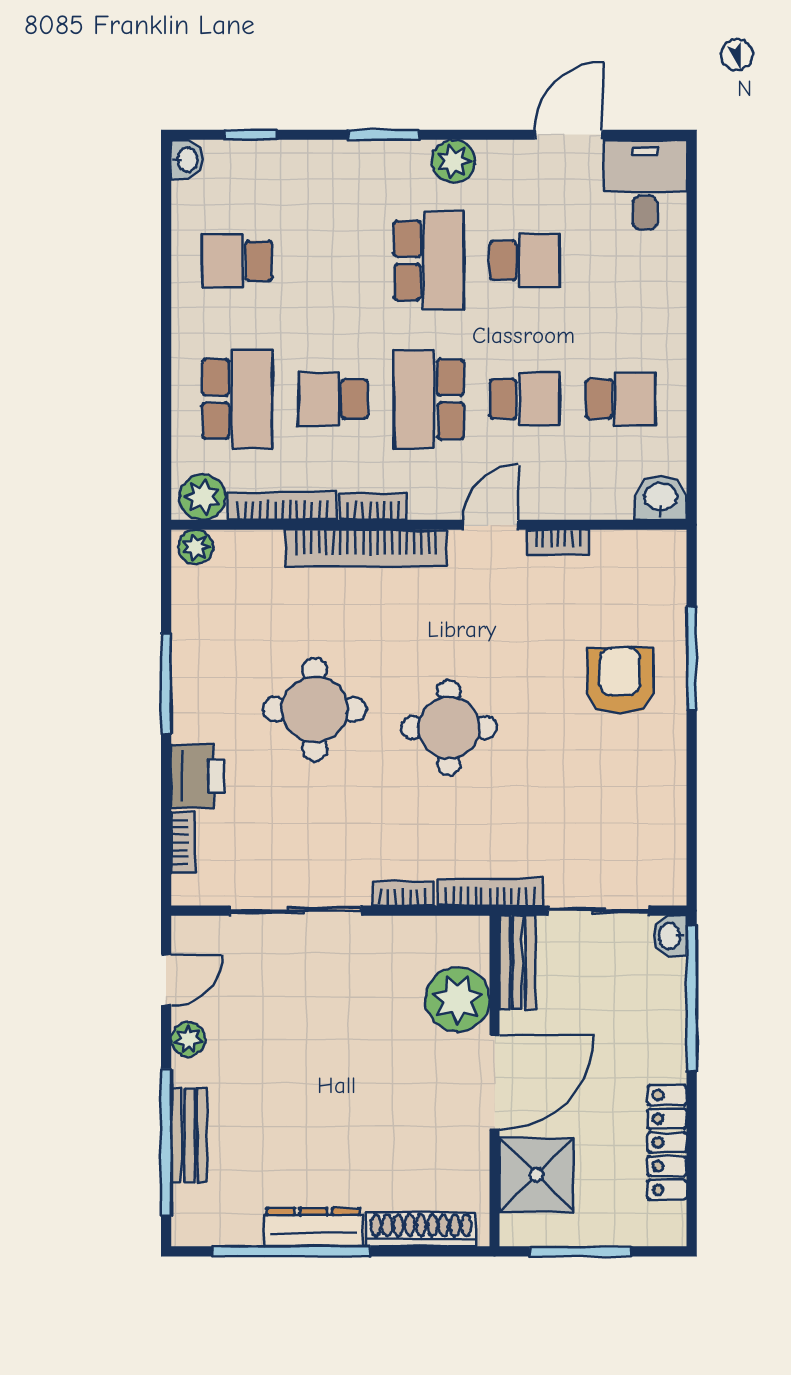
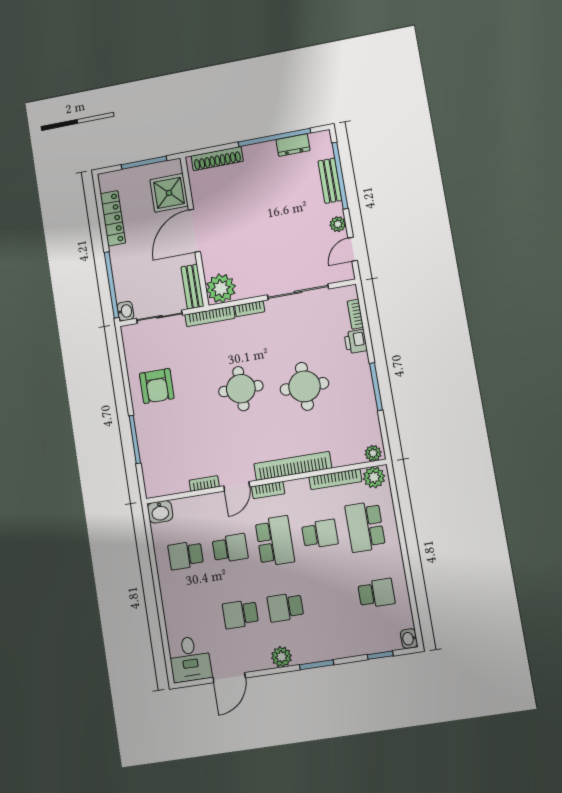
school desk: (429, 261) -> (285, 607), width x0.54
school desk: (525, 399) -> (230, 548), turned 180
bookcase: (373, 506) -> (268, 490), moved
armchair: (620, 681) -> (157, 386), moved
printer: (197, 776) -> (356, 342), width x0.73, depth x0.81
plant: (457, 999) -> (221, 288), moved
dresser: (313, 1227) -> (293, 145), moved, width x0.70

